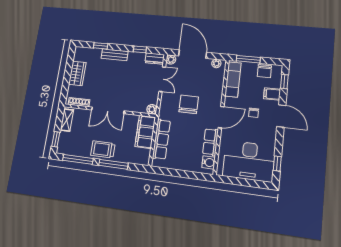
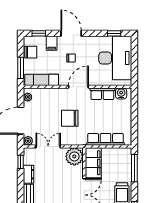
window: (140, 49) -> (21, 162), moved
dresser: (155, 59) -> (29, 174), moved
plant: (152, 109) -> (74, 156), width x1.88, depth x1.88
door: (281, 116) -> (71, 33), hinge flipped
door: (221, 117) -> (78, 87), hinge flipped
filing cabinet: (145, 132) -> (93, 163), moved, turned -90
window: (113, 164) -> (134, 168), moved

